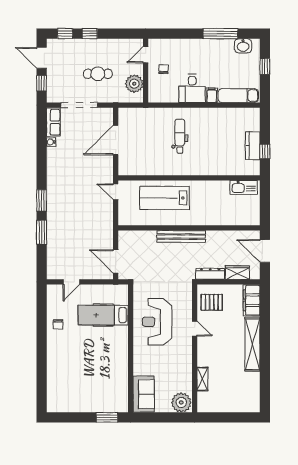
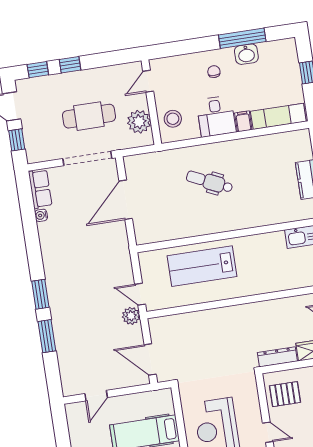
washbasin: (243, 46) -> (246, 54), moved
chair: (164, 69) -> (214, 72), moved
cafe table: (98, 74) -> (89, 116), width x1.37, depth x1.35
stool: (160, 85) -> (173, 119), added
doorway: (79, 105) -> (87, 158), moved
dental chair: (180, 136) -> (209, 182), turned -65
door: (116, 192) -> (140, 294), moved
plant: (106, 227) -> (131, 316), added
bench: (181, 237) -> (231, 314), removed

